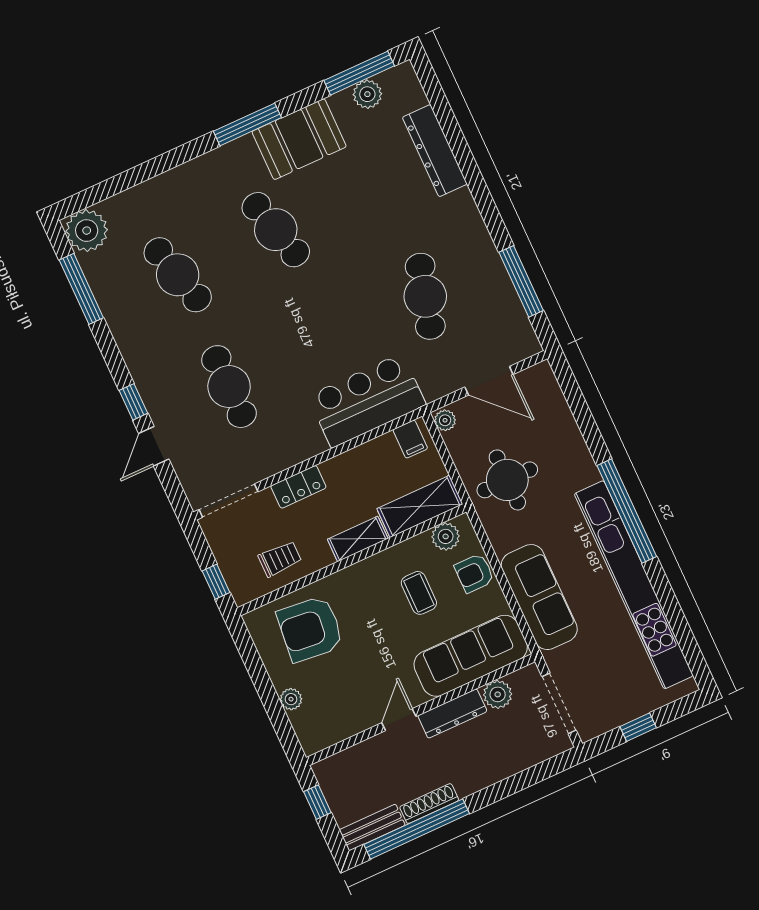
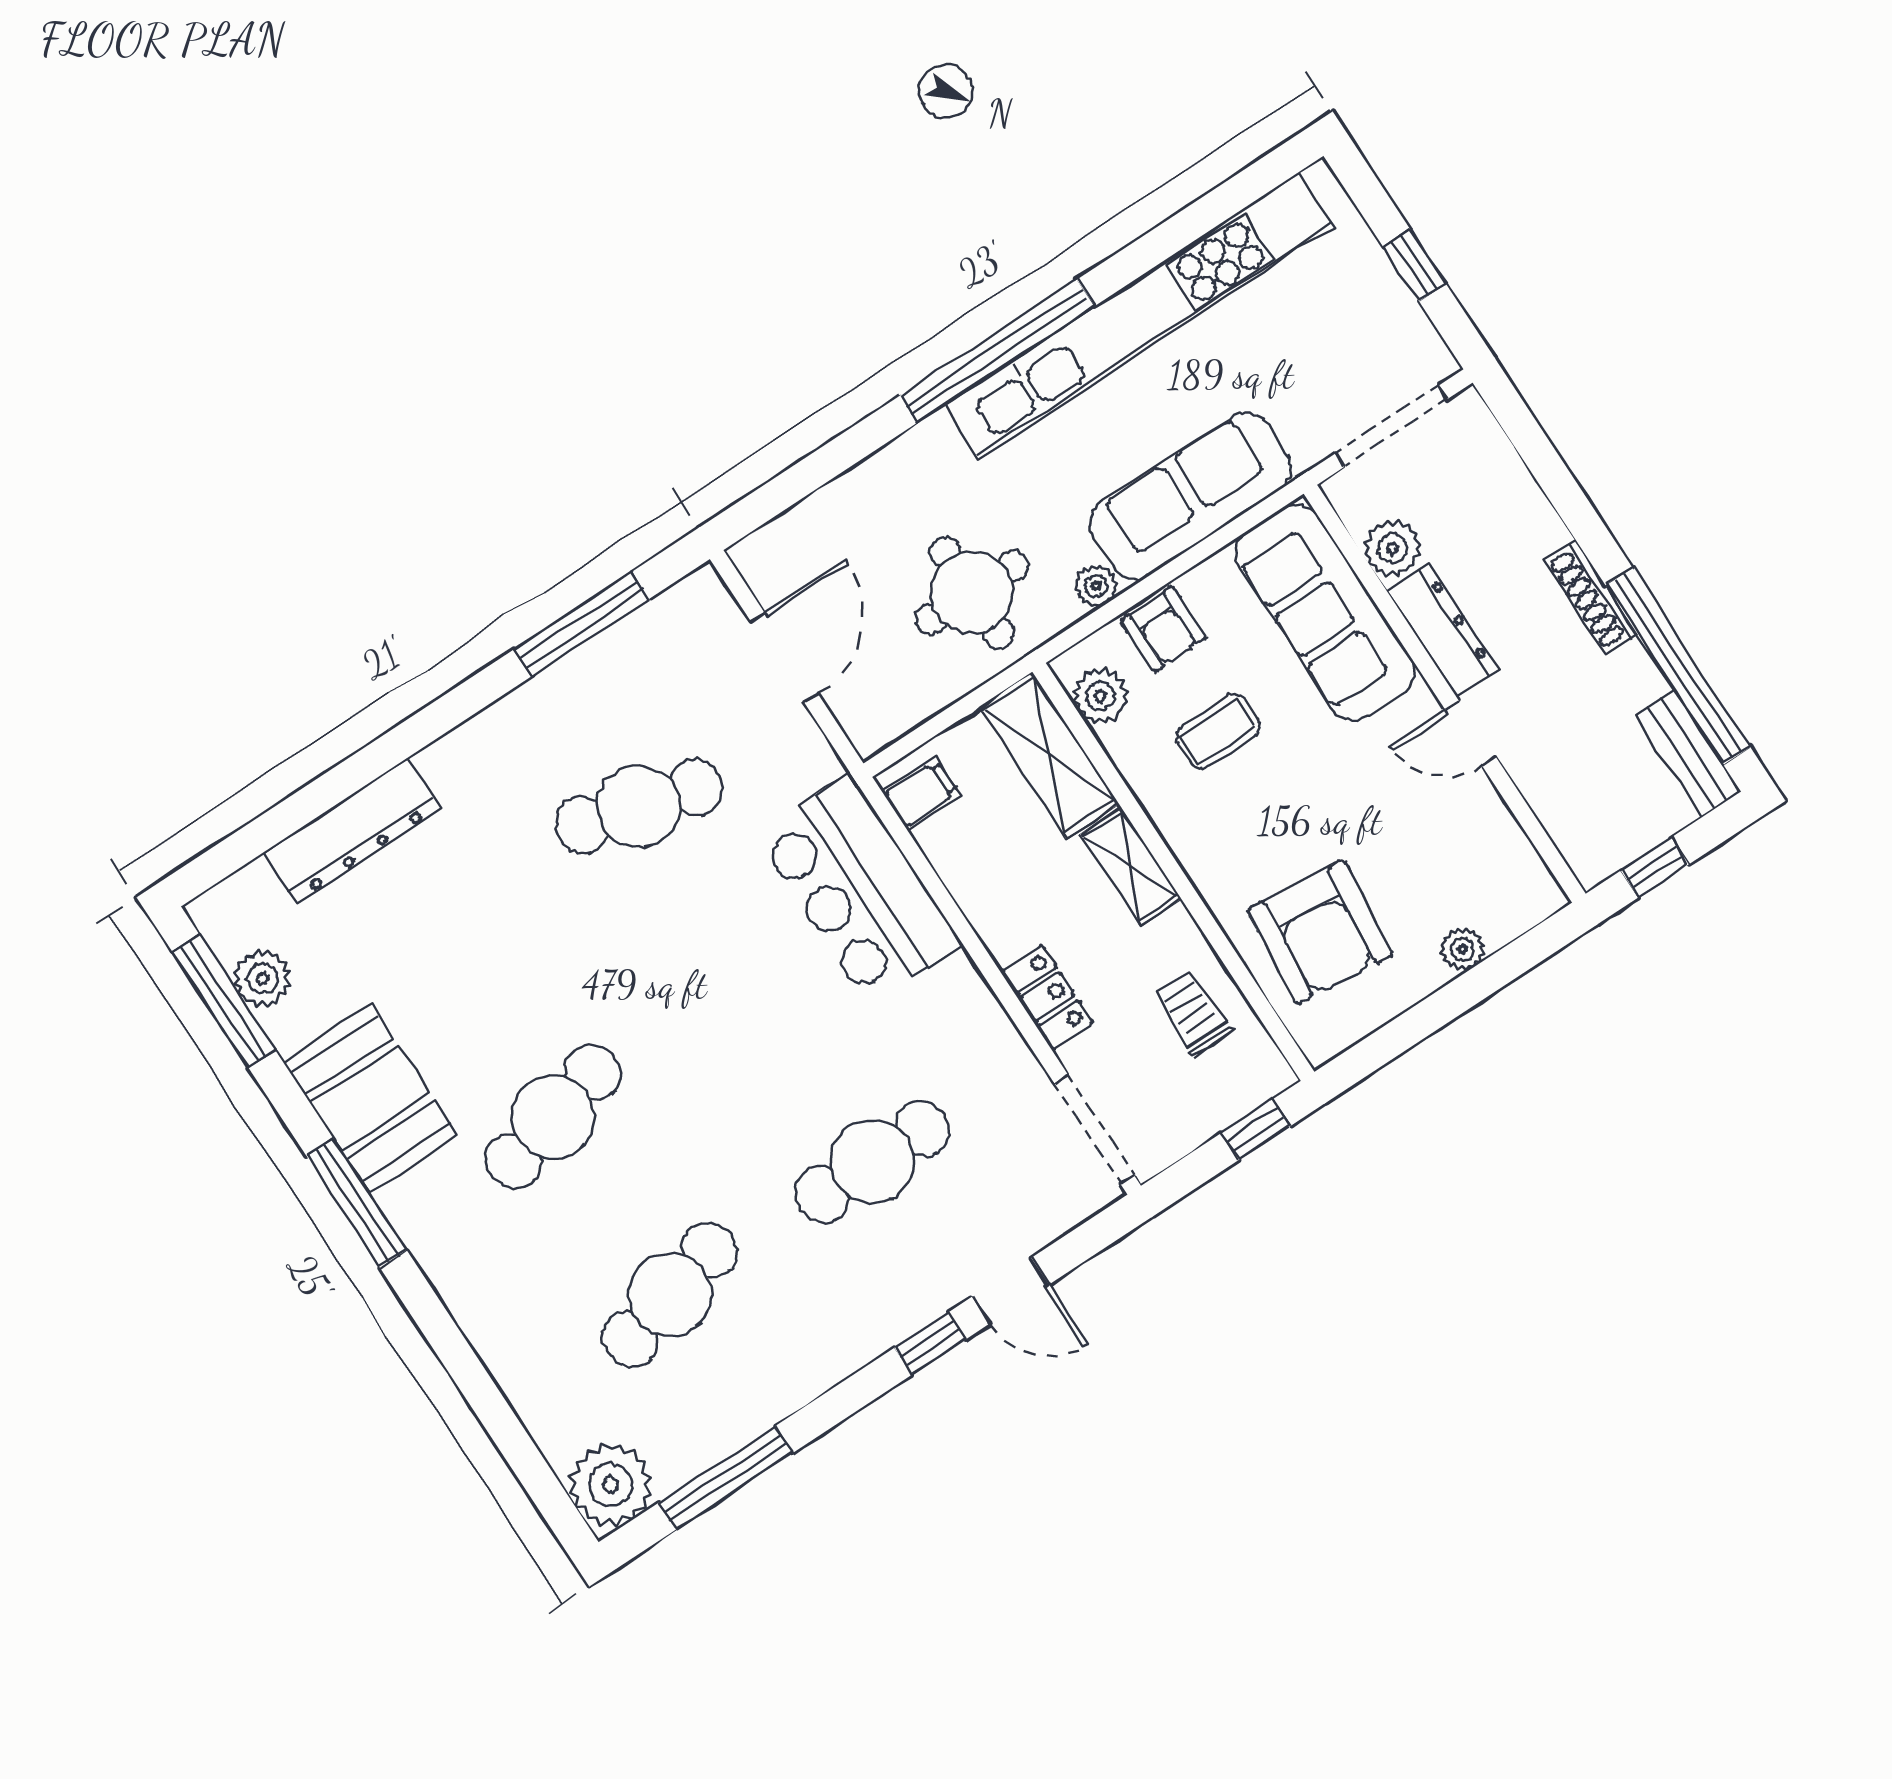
plant: (445, 420) -> (1096, 586), moved
shoe rack: (429, 804) -> (1591, 597), moved

